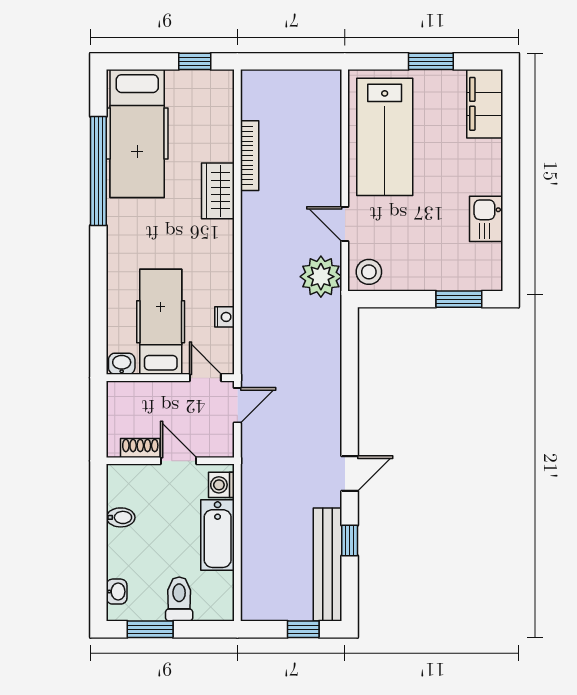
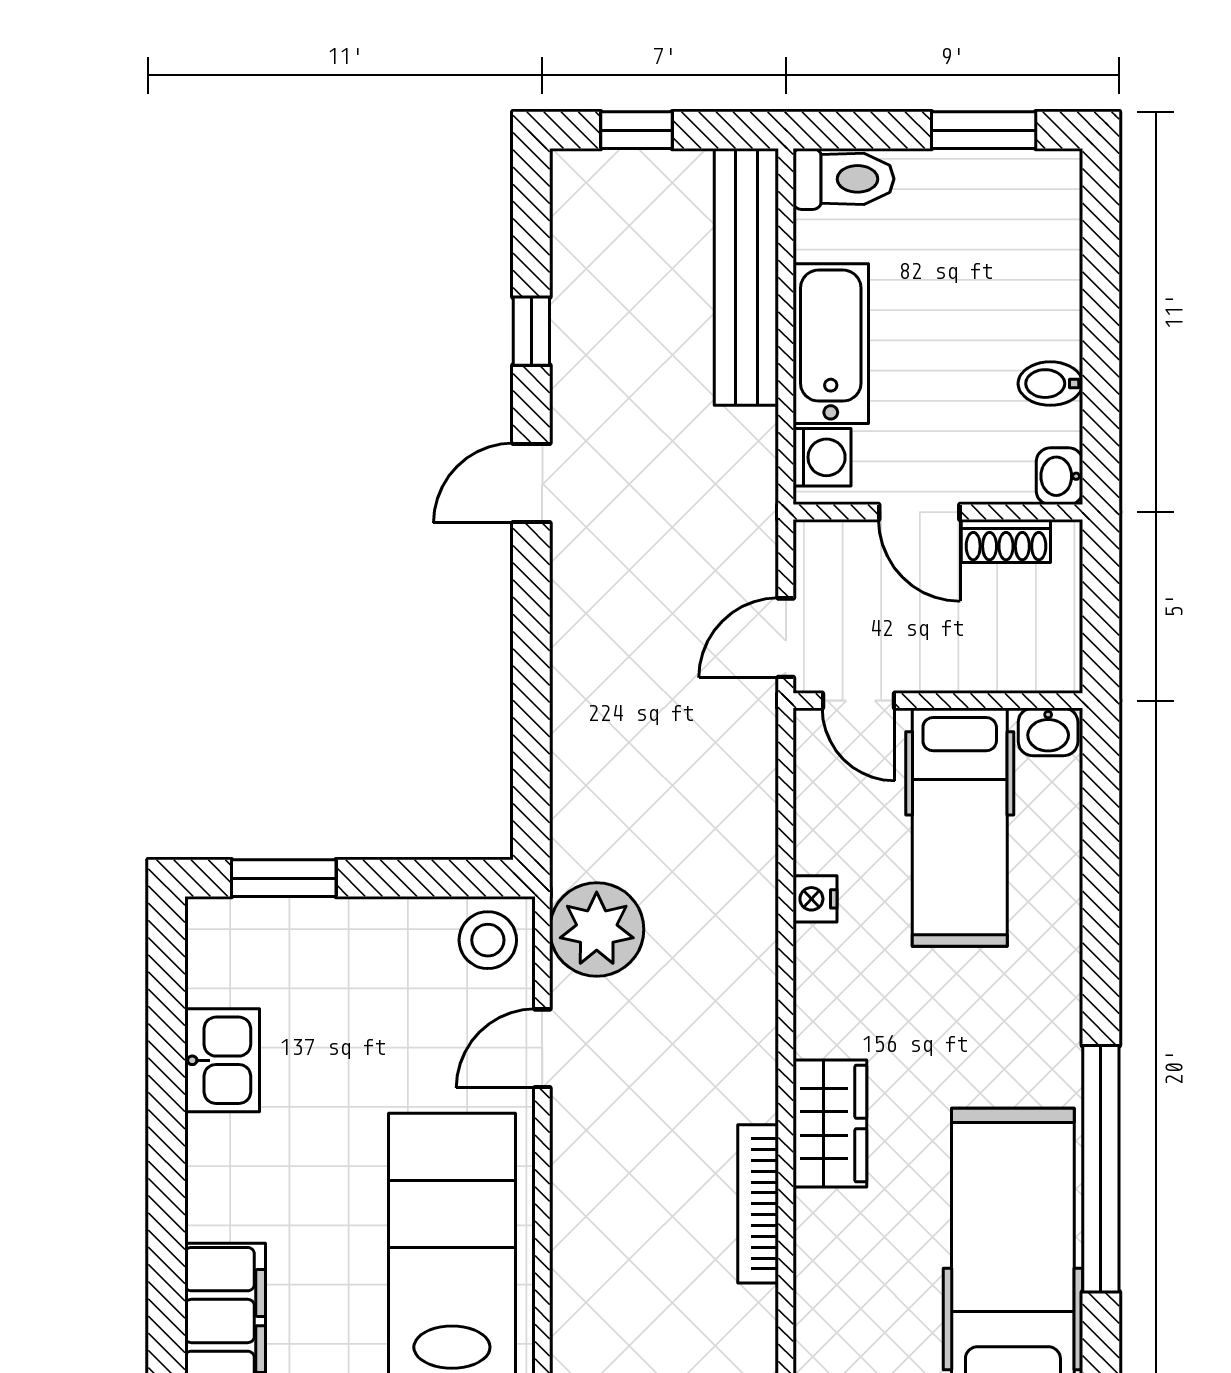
door: (345, 224) -> (542, 1048), swing flipped
nightstand: (225, 317) -> (815, 899), moved
bench: (327, 565) -> (746, 277), moved
washbasin: (117, 592) -> (1059, 476), moved
toilet: (179, 599) -> (843, 179), moved, turned -90

